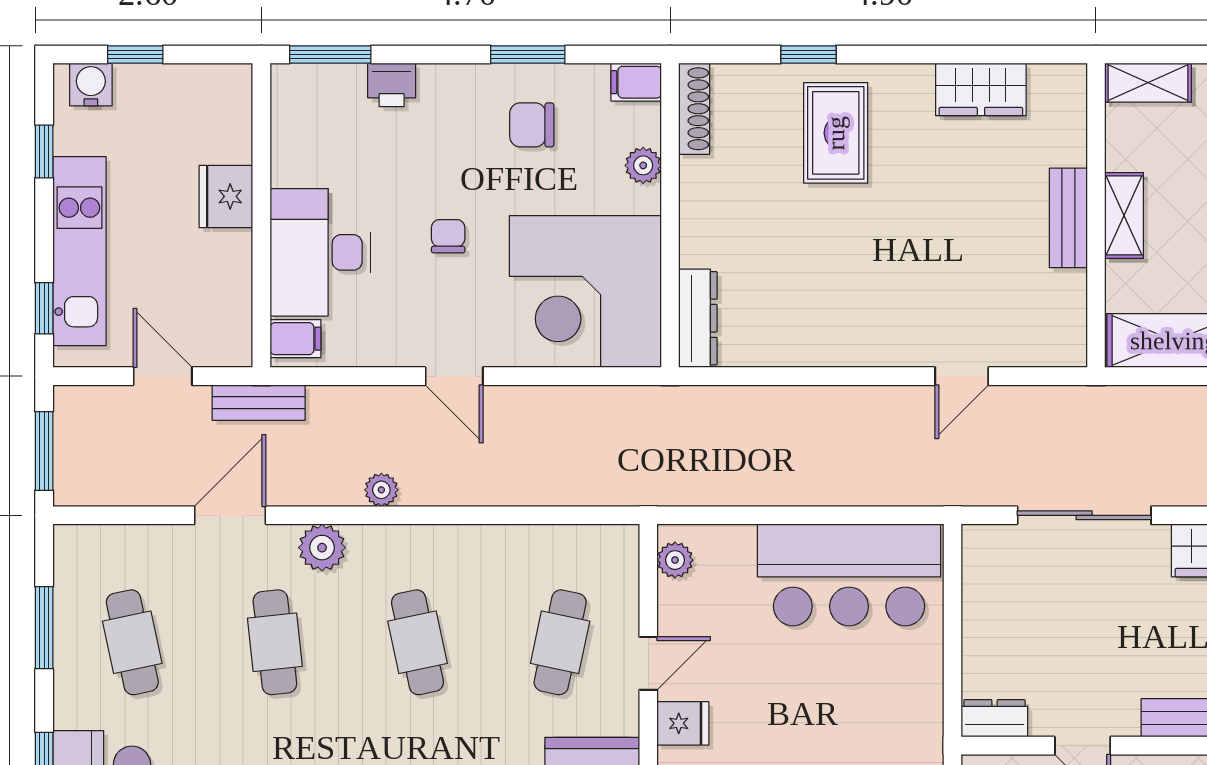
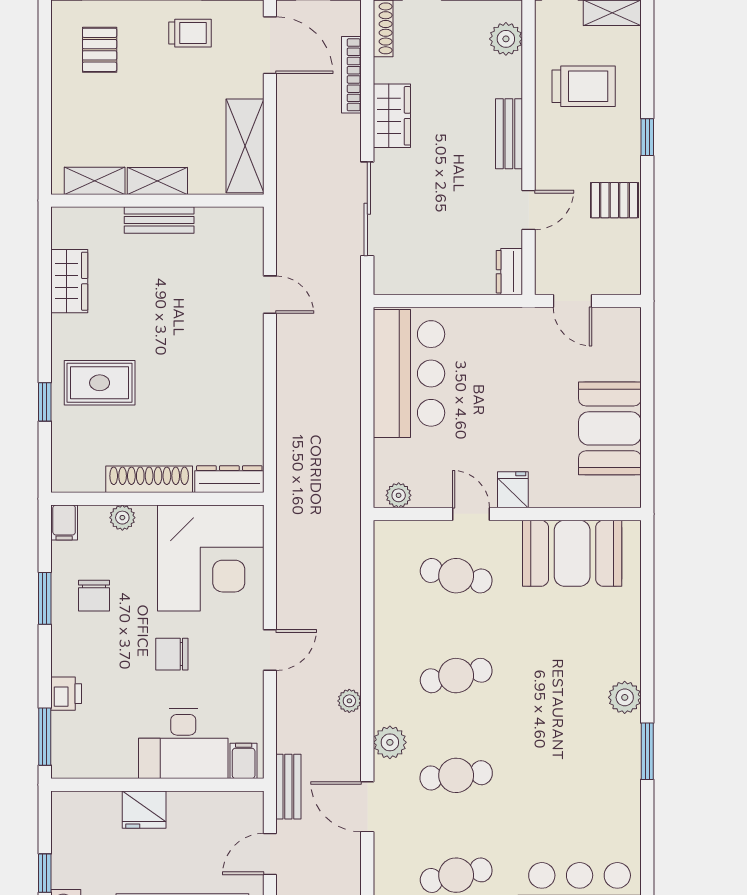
shelving: (1148, 83) -> (95, 181), moved, turned 90
shoe rack: (694, 109) -> (149, 479), moved, width x1.36, depth x1.24
chair: (448, 236) -> (172, 654), width x1.37, depth x1.37

